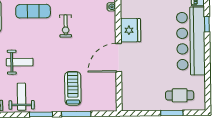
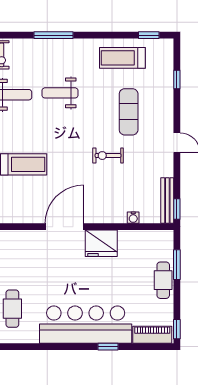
door: (119, 58) -> (64, 227), hinge flipped
weight bench: (20, 62) -> (60, 93), turned 90

